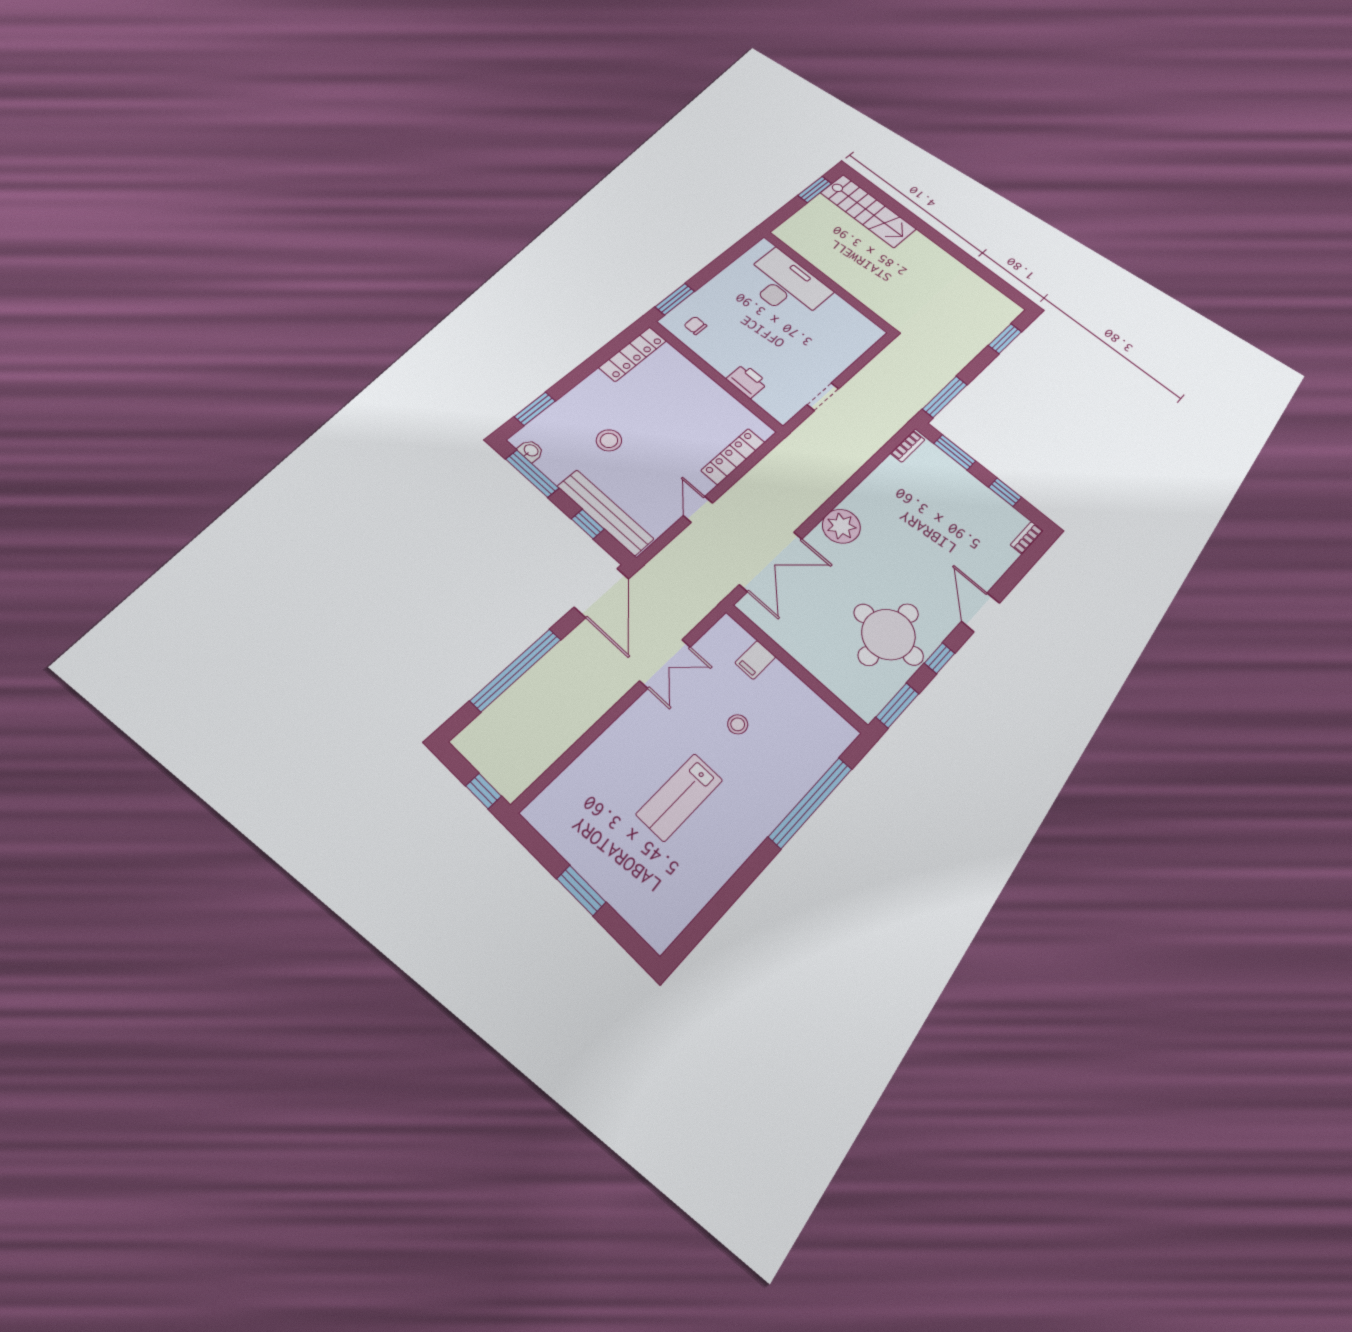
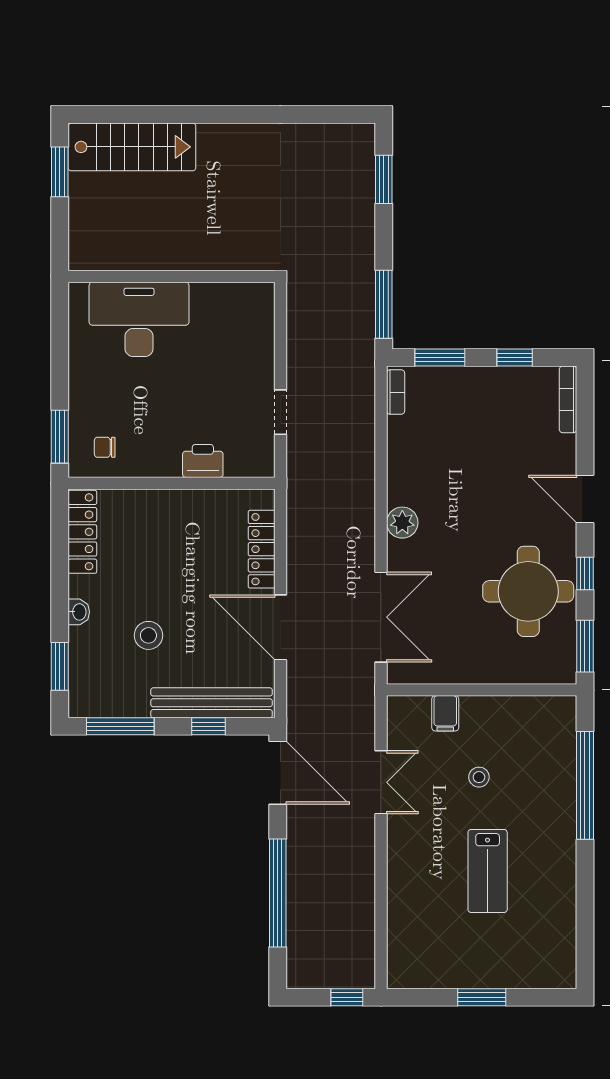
washbasin: (531, 451) -> (79, 612), moved, turned 90
door: (698, 509) -> (281, 627), width x1.87
plant: (841, 526) -> (402, 523), width x0.73, depth x0.73
bookcase: (1027, 538) -> (568, 399), width x1.56

